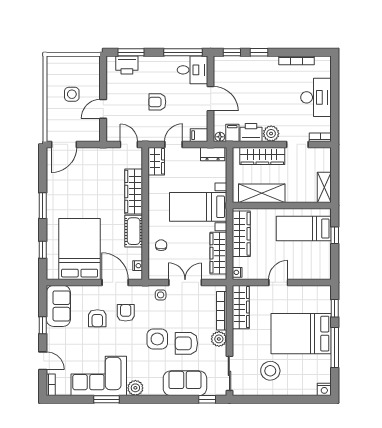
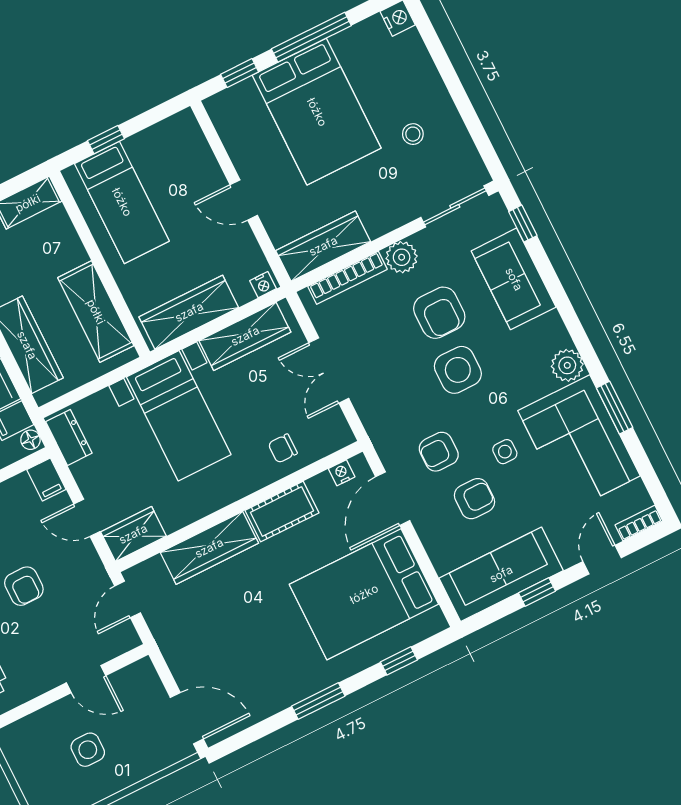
side table: (161, 295) -> (505, 452), moved
sofa: (58, 306) -> (501, 574), width x1.36
stool: (270, 371) -> (413, 134), width x0.53, depth x0.53

